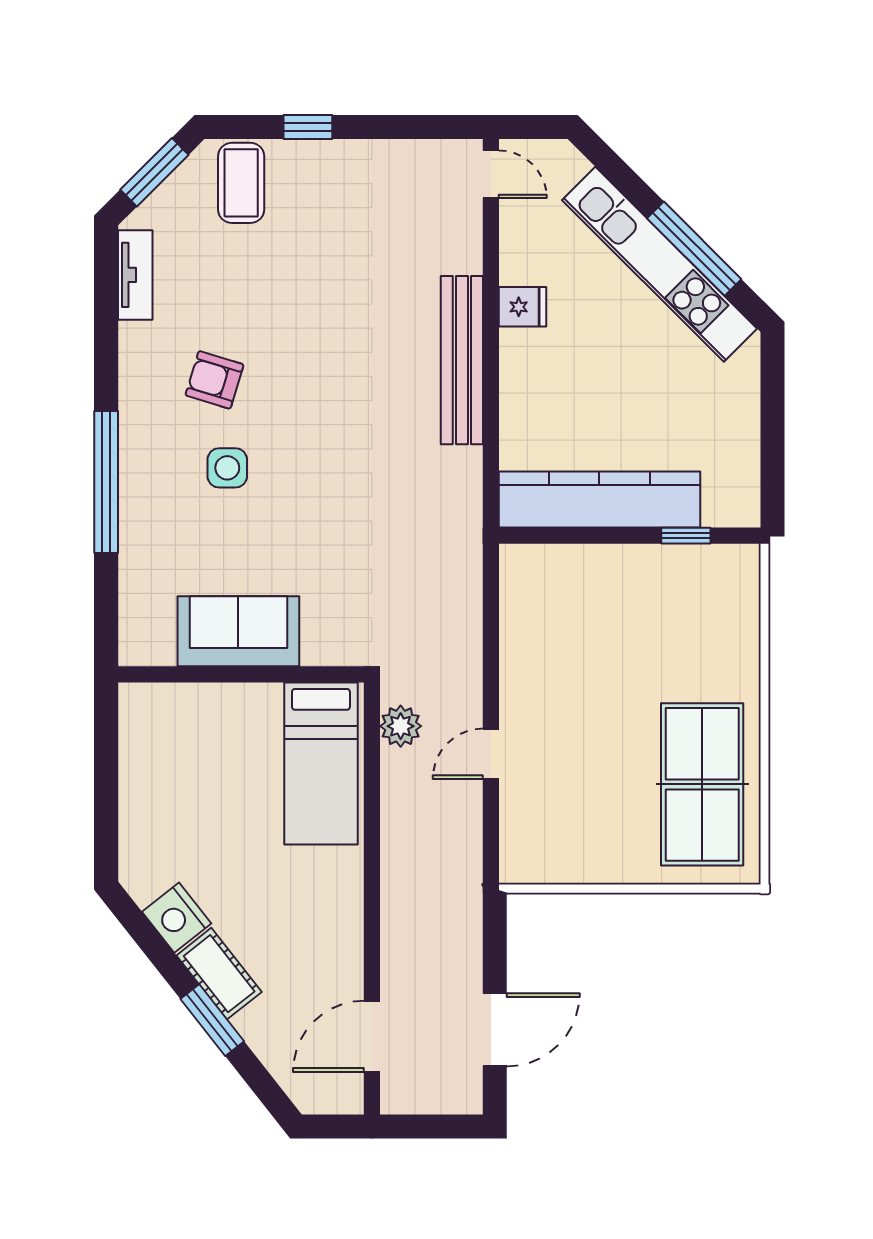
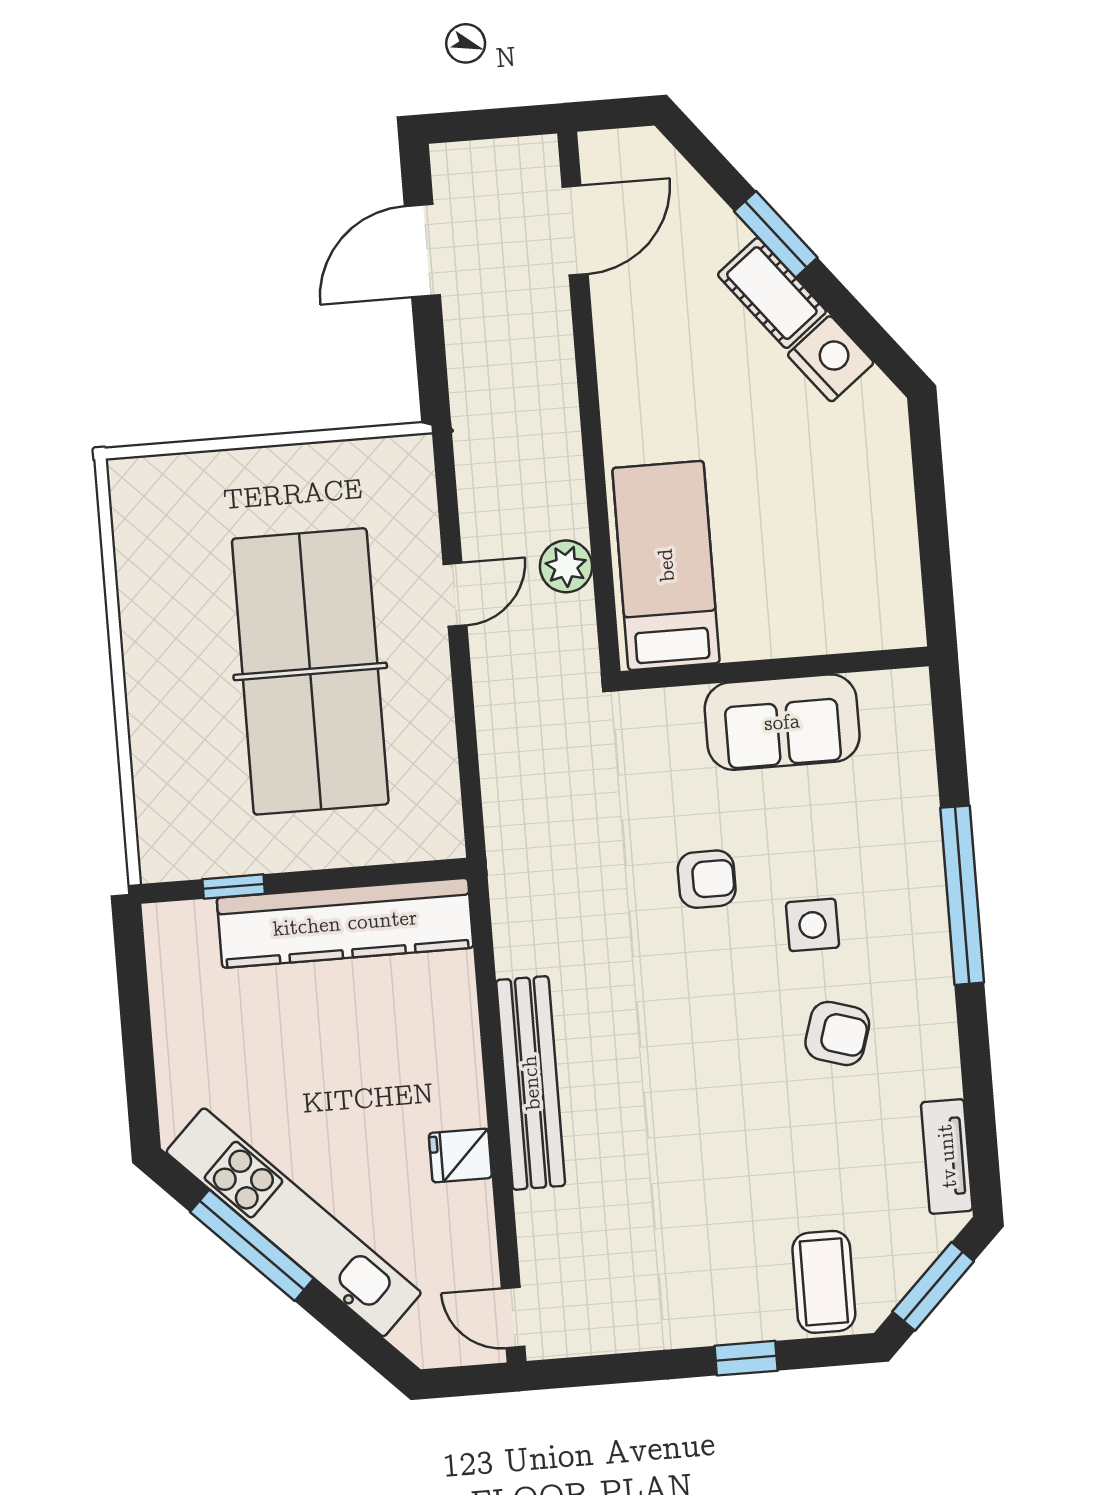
armchair: (309, 511) -> (707, 879), added
plant: (401, 726) -> (566, 566), moved
table tennis table: (702, 784) -> (310, 671), moved, width x1.36, depth x1.32

